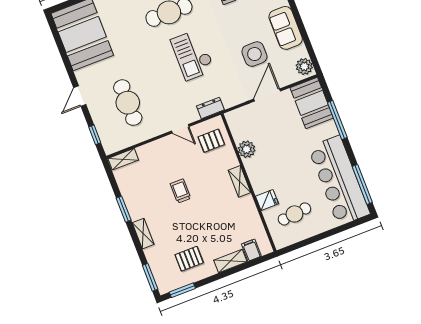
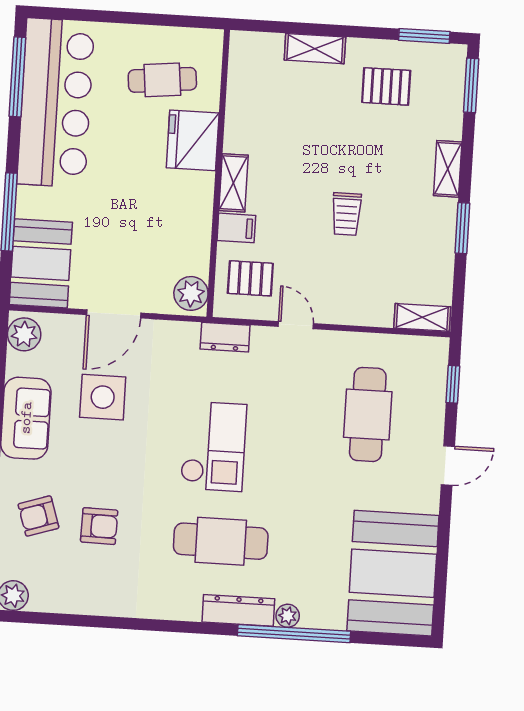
plant: (247, 149) -> (191, 293), moved
fridge: (267, 200) -> (193, 140), width x1.88, depth x1.34
filing cabinet: (251, 250) -> (236, 228), moved, turned -90

